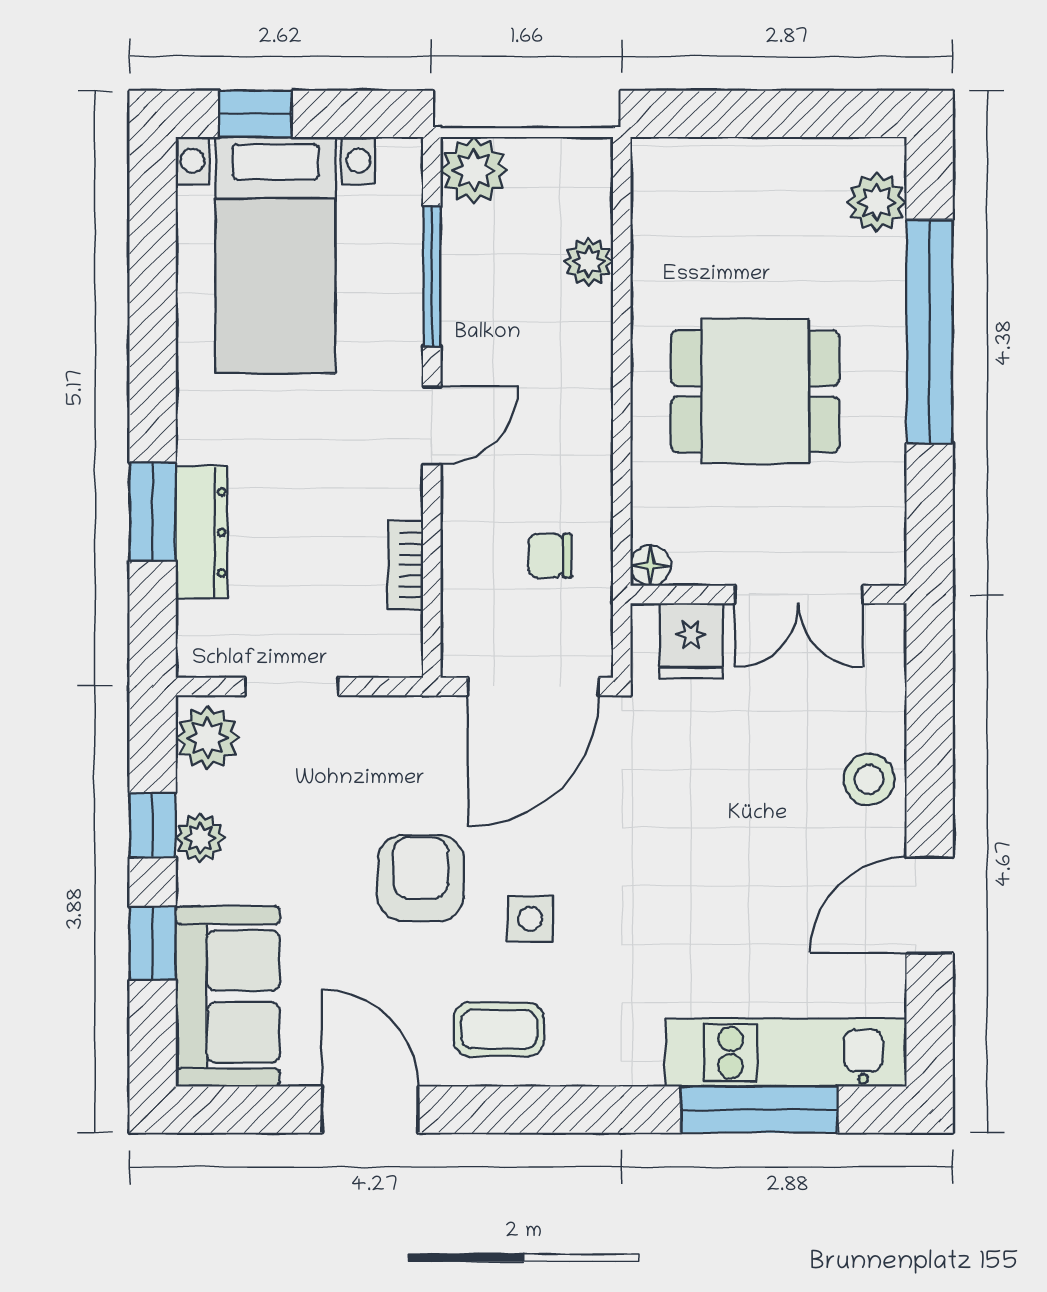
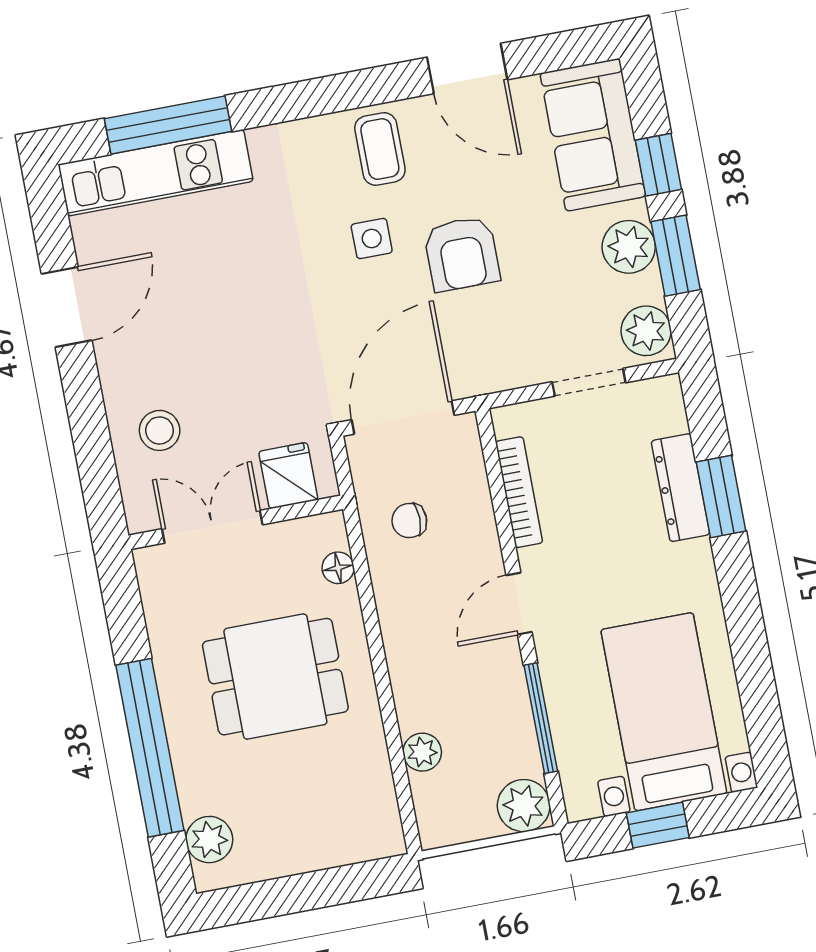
window: (256, 114) -> (658, 825), moved
chair: (550, 556) -> (409, 520), turned 180
bookcase: (405, 565) -> (519, 492), width x1.56
floor lamp: (651, 566) -> (338, 568), moved
stool: (869, 779) -> (160, 430), moved
window: (153, 825) -> (676, 256), width x1.50
plant: (200, 838) -> (629, 247), width x1.38, depth x1.38
coffee table: (499, 1029) -> (380, 149), turned 90

